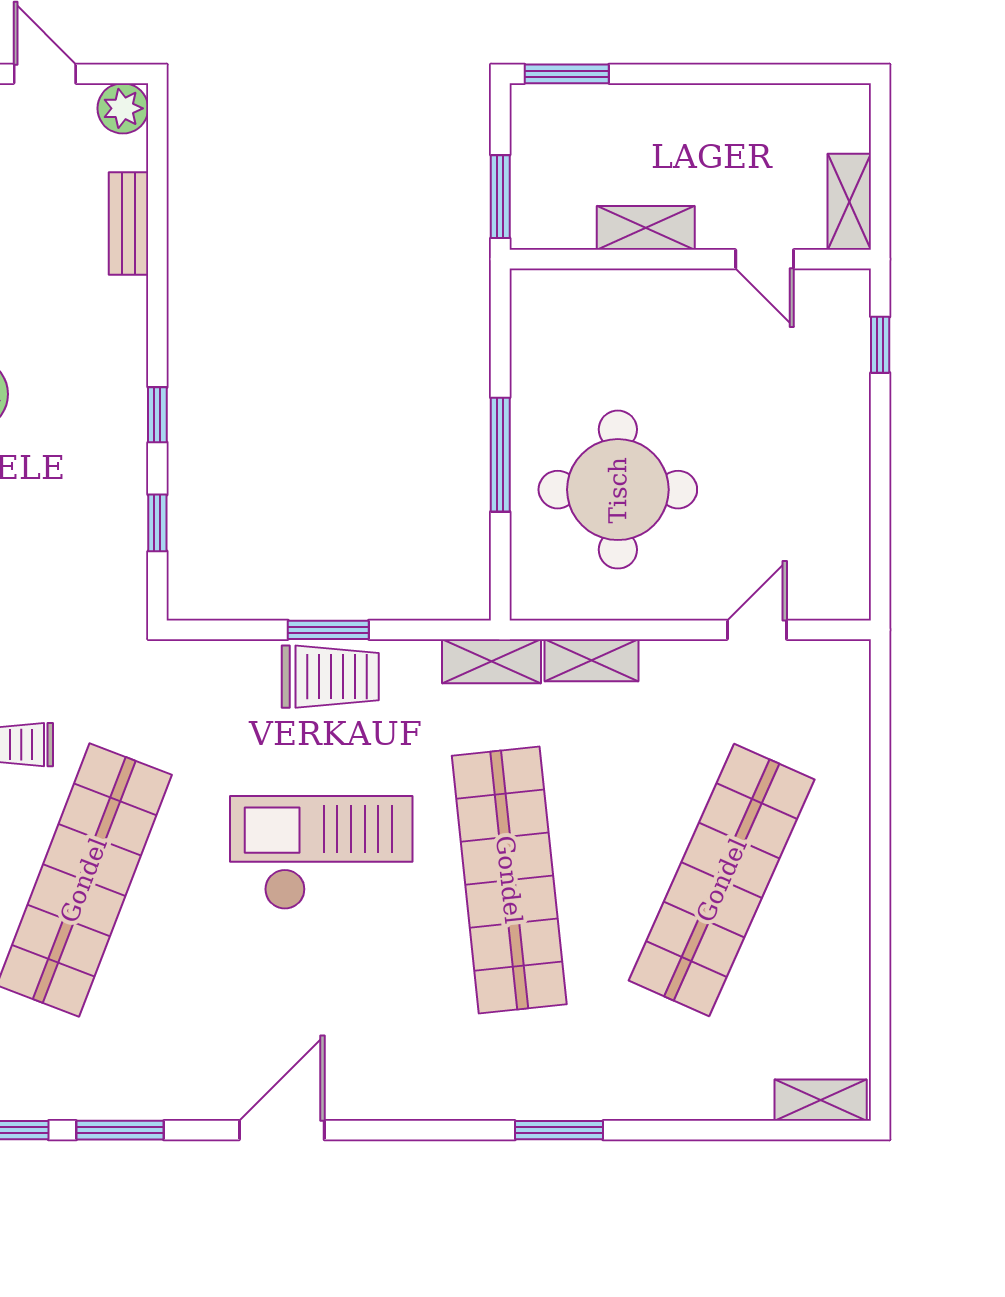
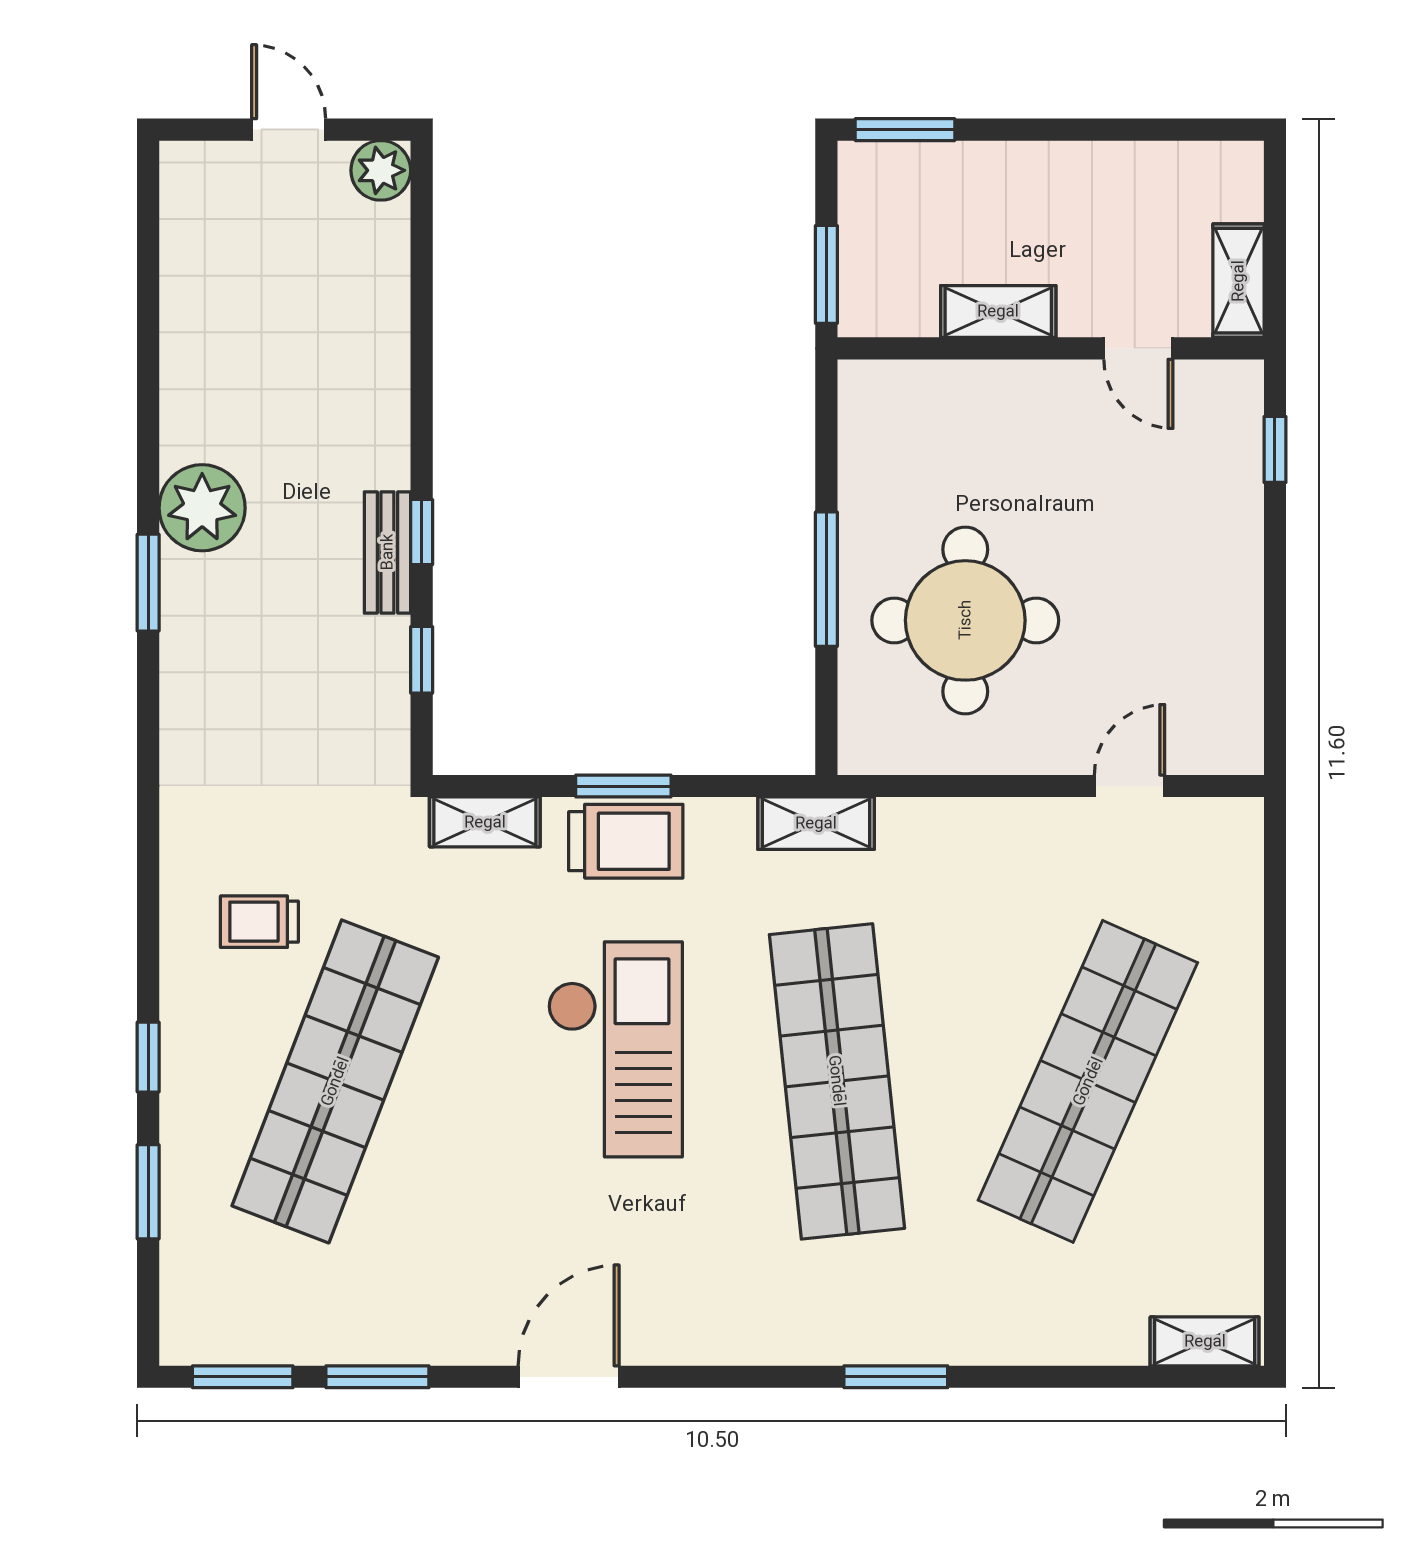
bench: (128, 223) -> (387, 552), moved
shelving: (591, 660) -> (485, 822), moved
checkout: (321, 853) -> (615, 1049), turned 90

